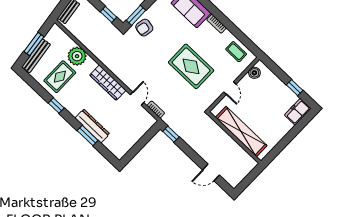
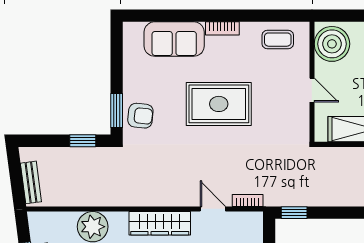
armchair: (144, 28) -> (140, 116), turned -95
rug: (191, 66) -> (219, 104), moved
boiler: (254, 73) -> (332, 44), width x1.86, depth x1.86

